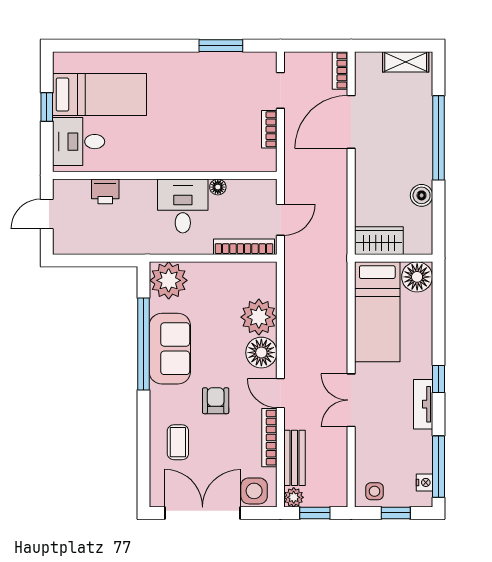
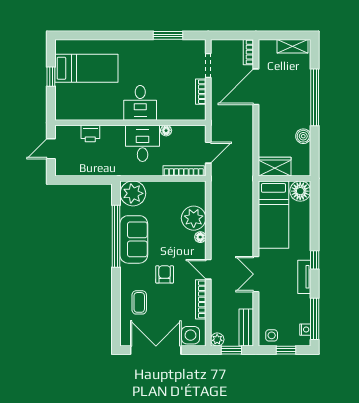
desk: (79, 142) -> (140, 103), moved, turned -90
floor lamp: (261, 353) -> (200, 237), width x0.53, depth x0.53
bench: (294, 458) -> (246, 327), moved

